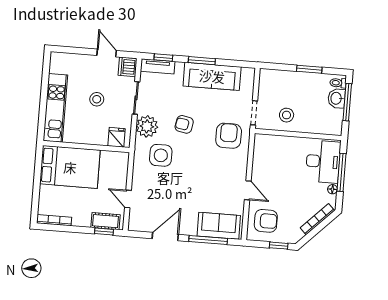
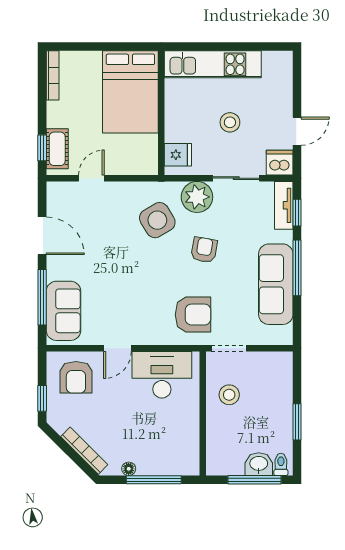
window: (202, 61) -> (297, 268), width x1.44
side table: (161, 155) -> (157, 220), turned -31
desk: (323, 162) -> (162, 375), moved, turned 180

